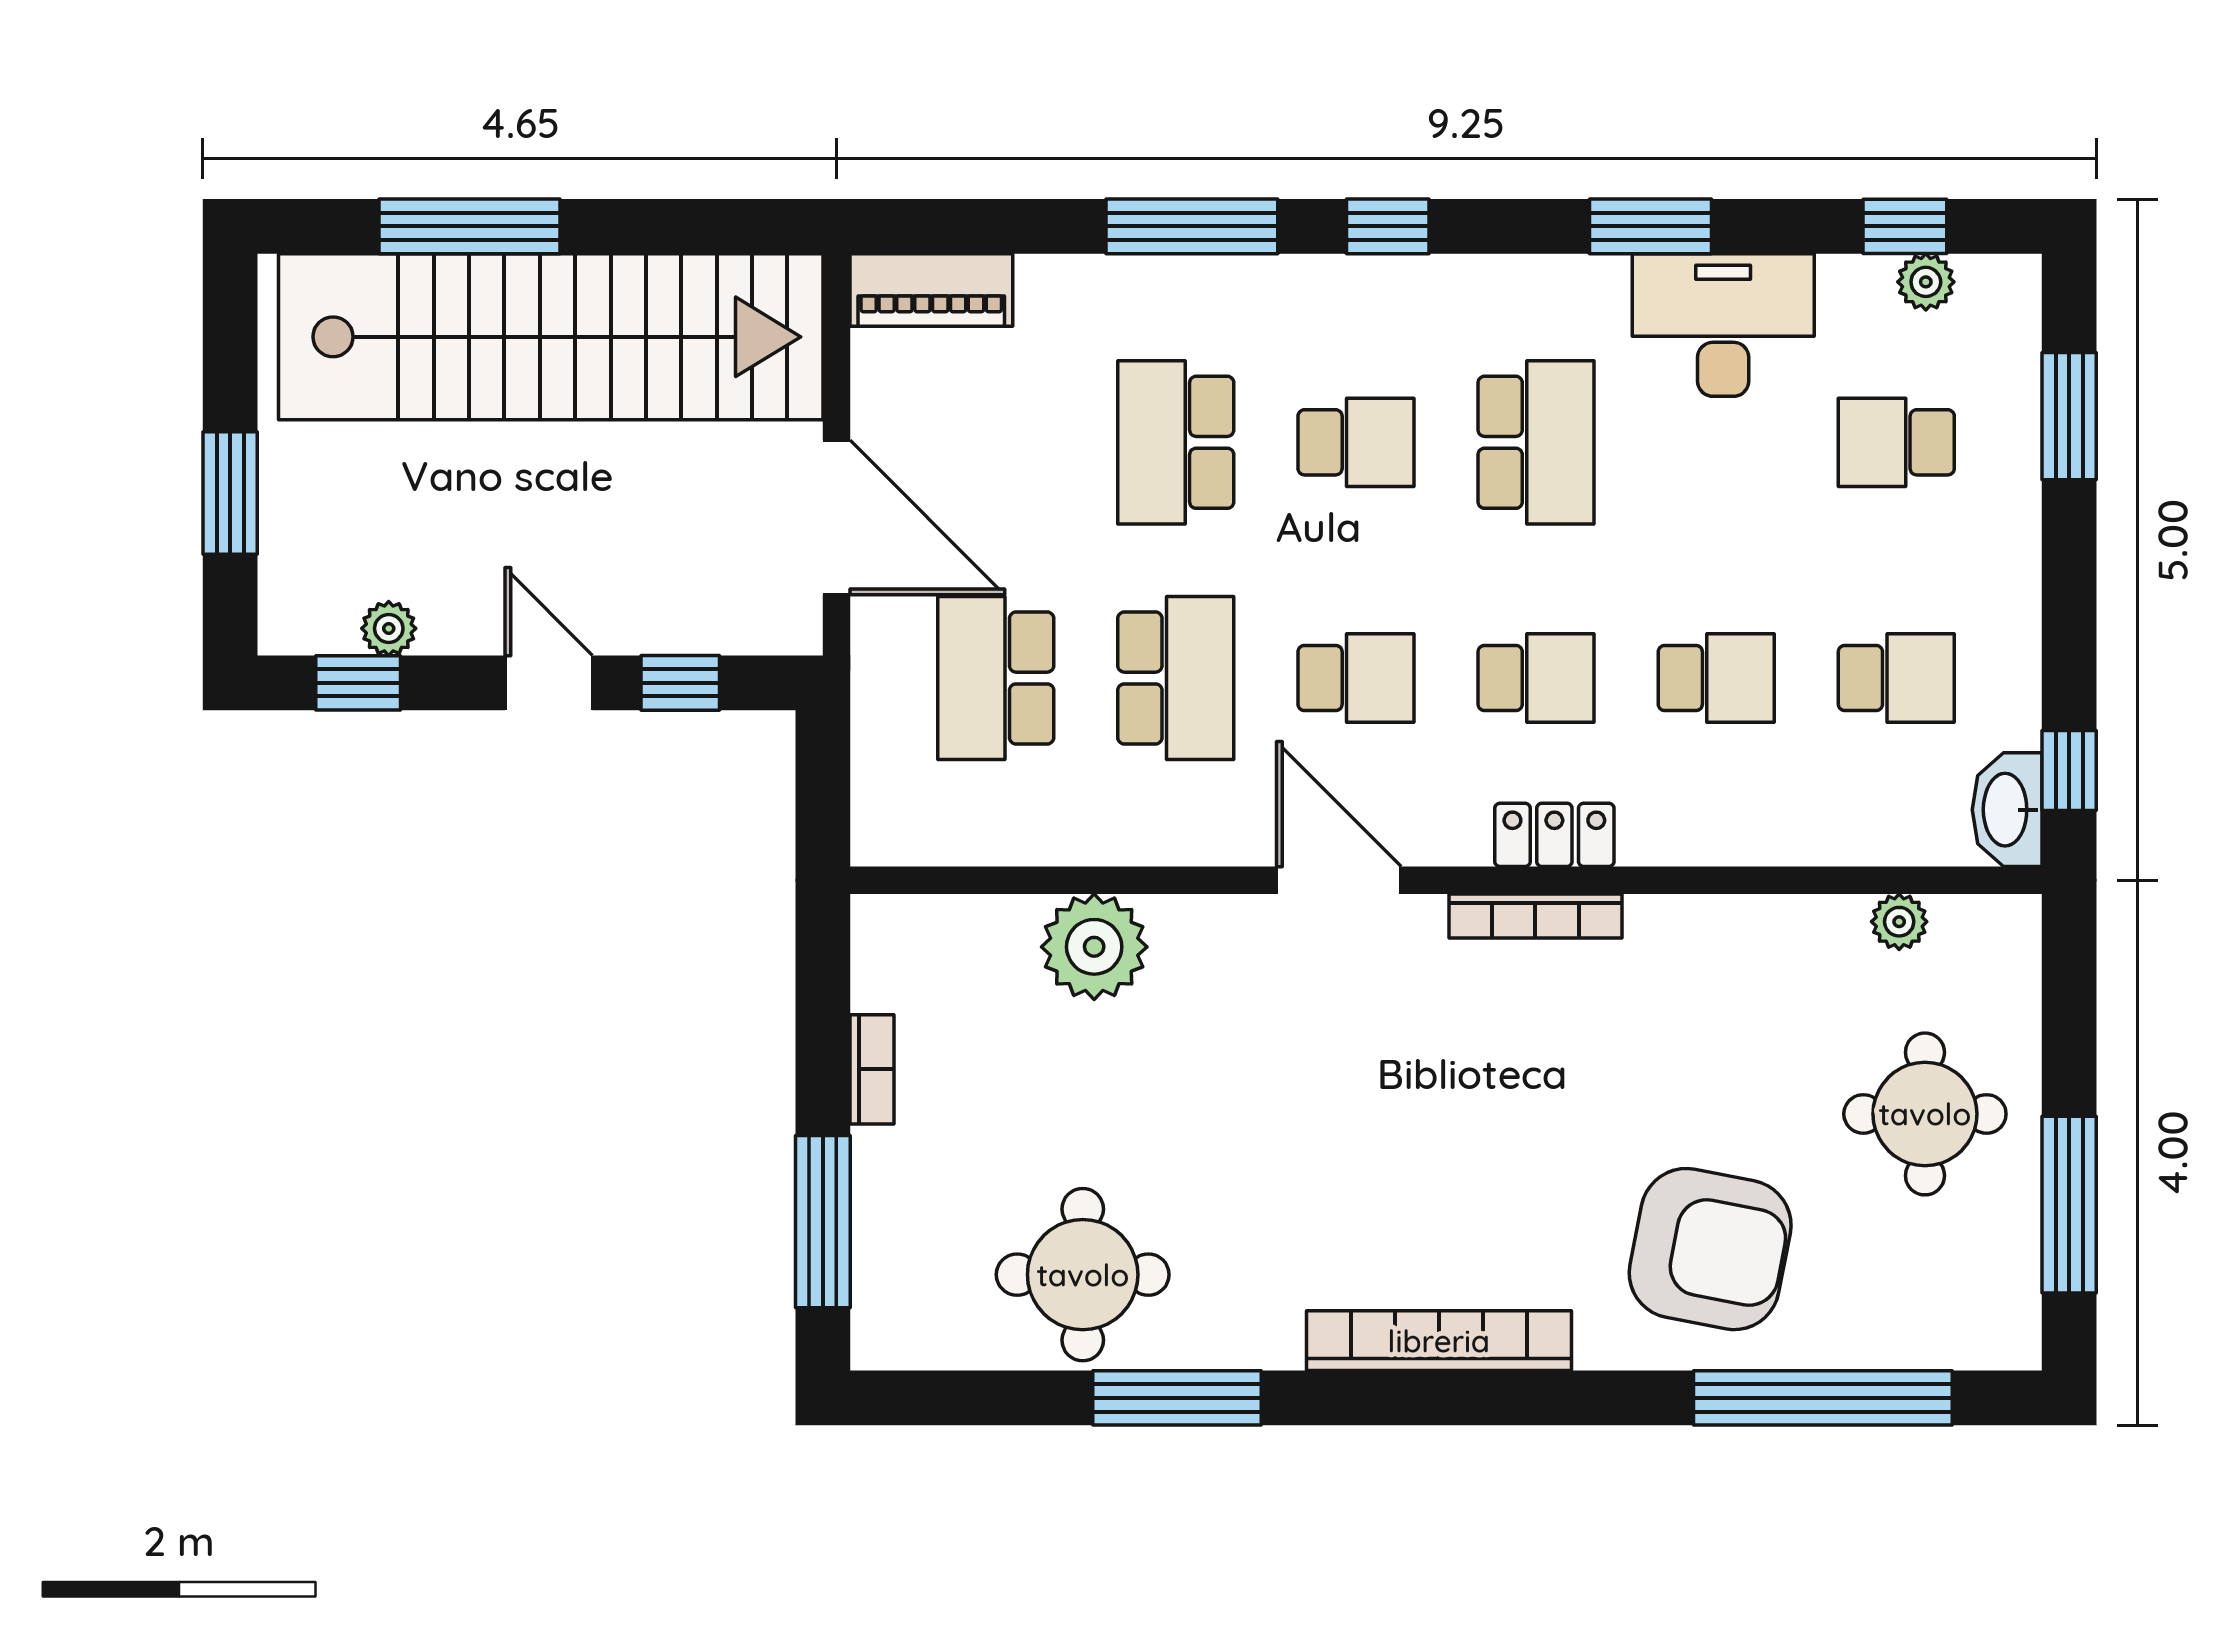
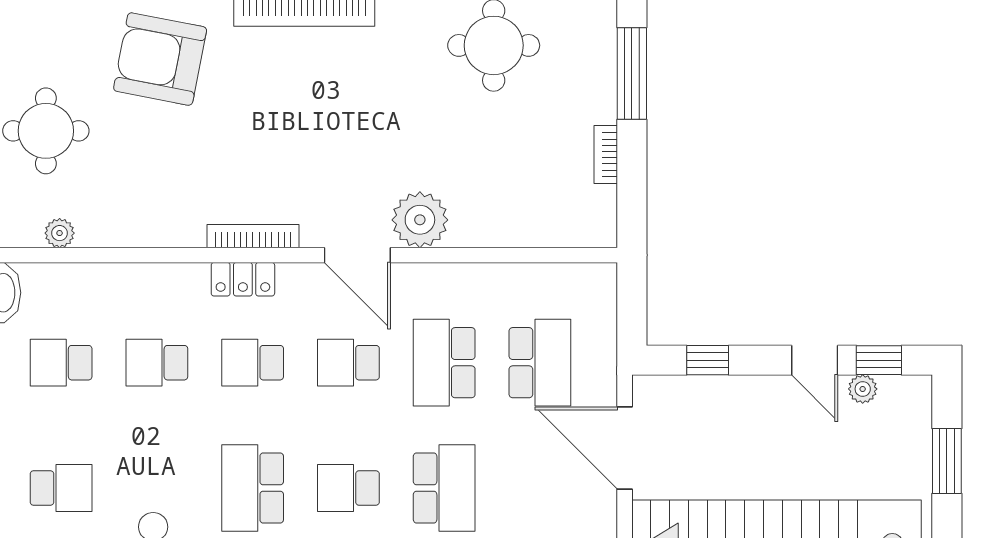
door: (549, 683) -> (815, 360), moved
plant: (1094, 947) -> (420, 220), moved

